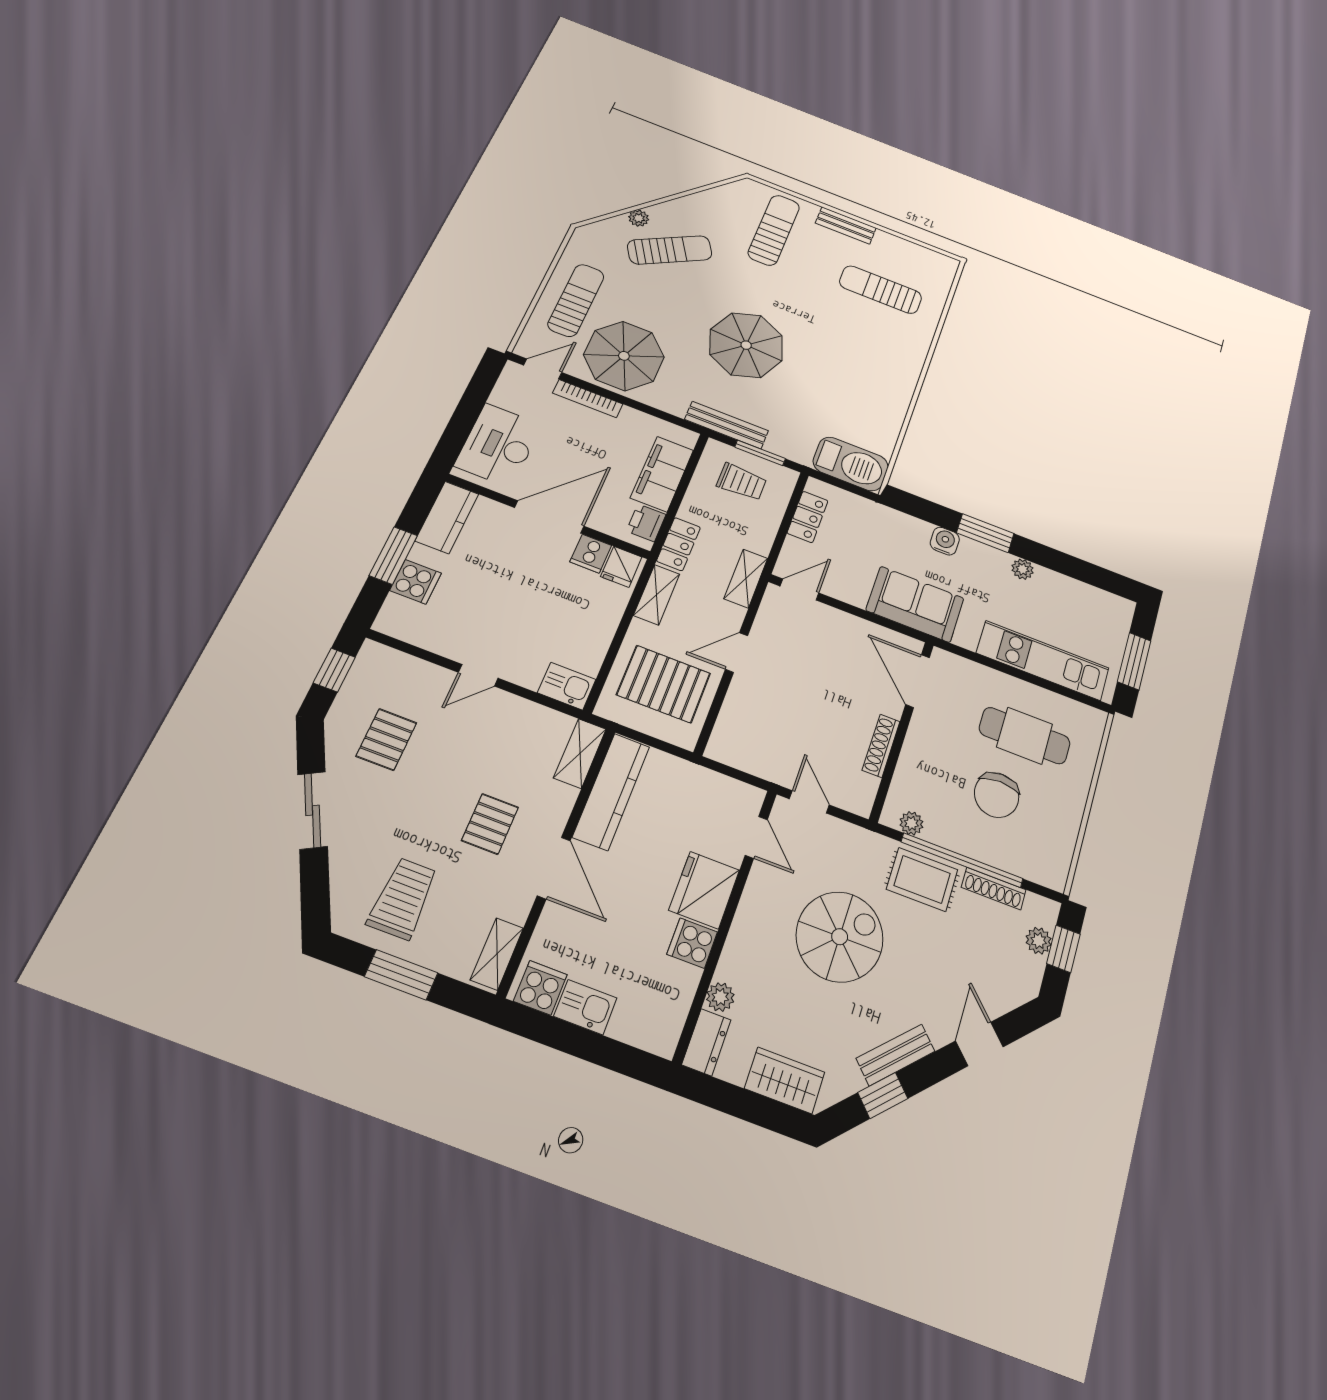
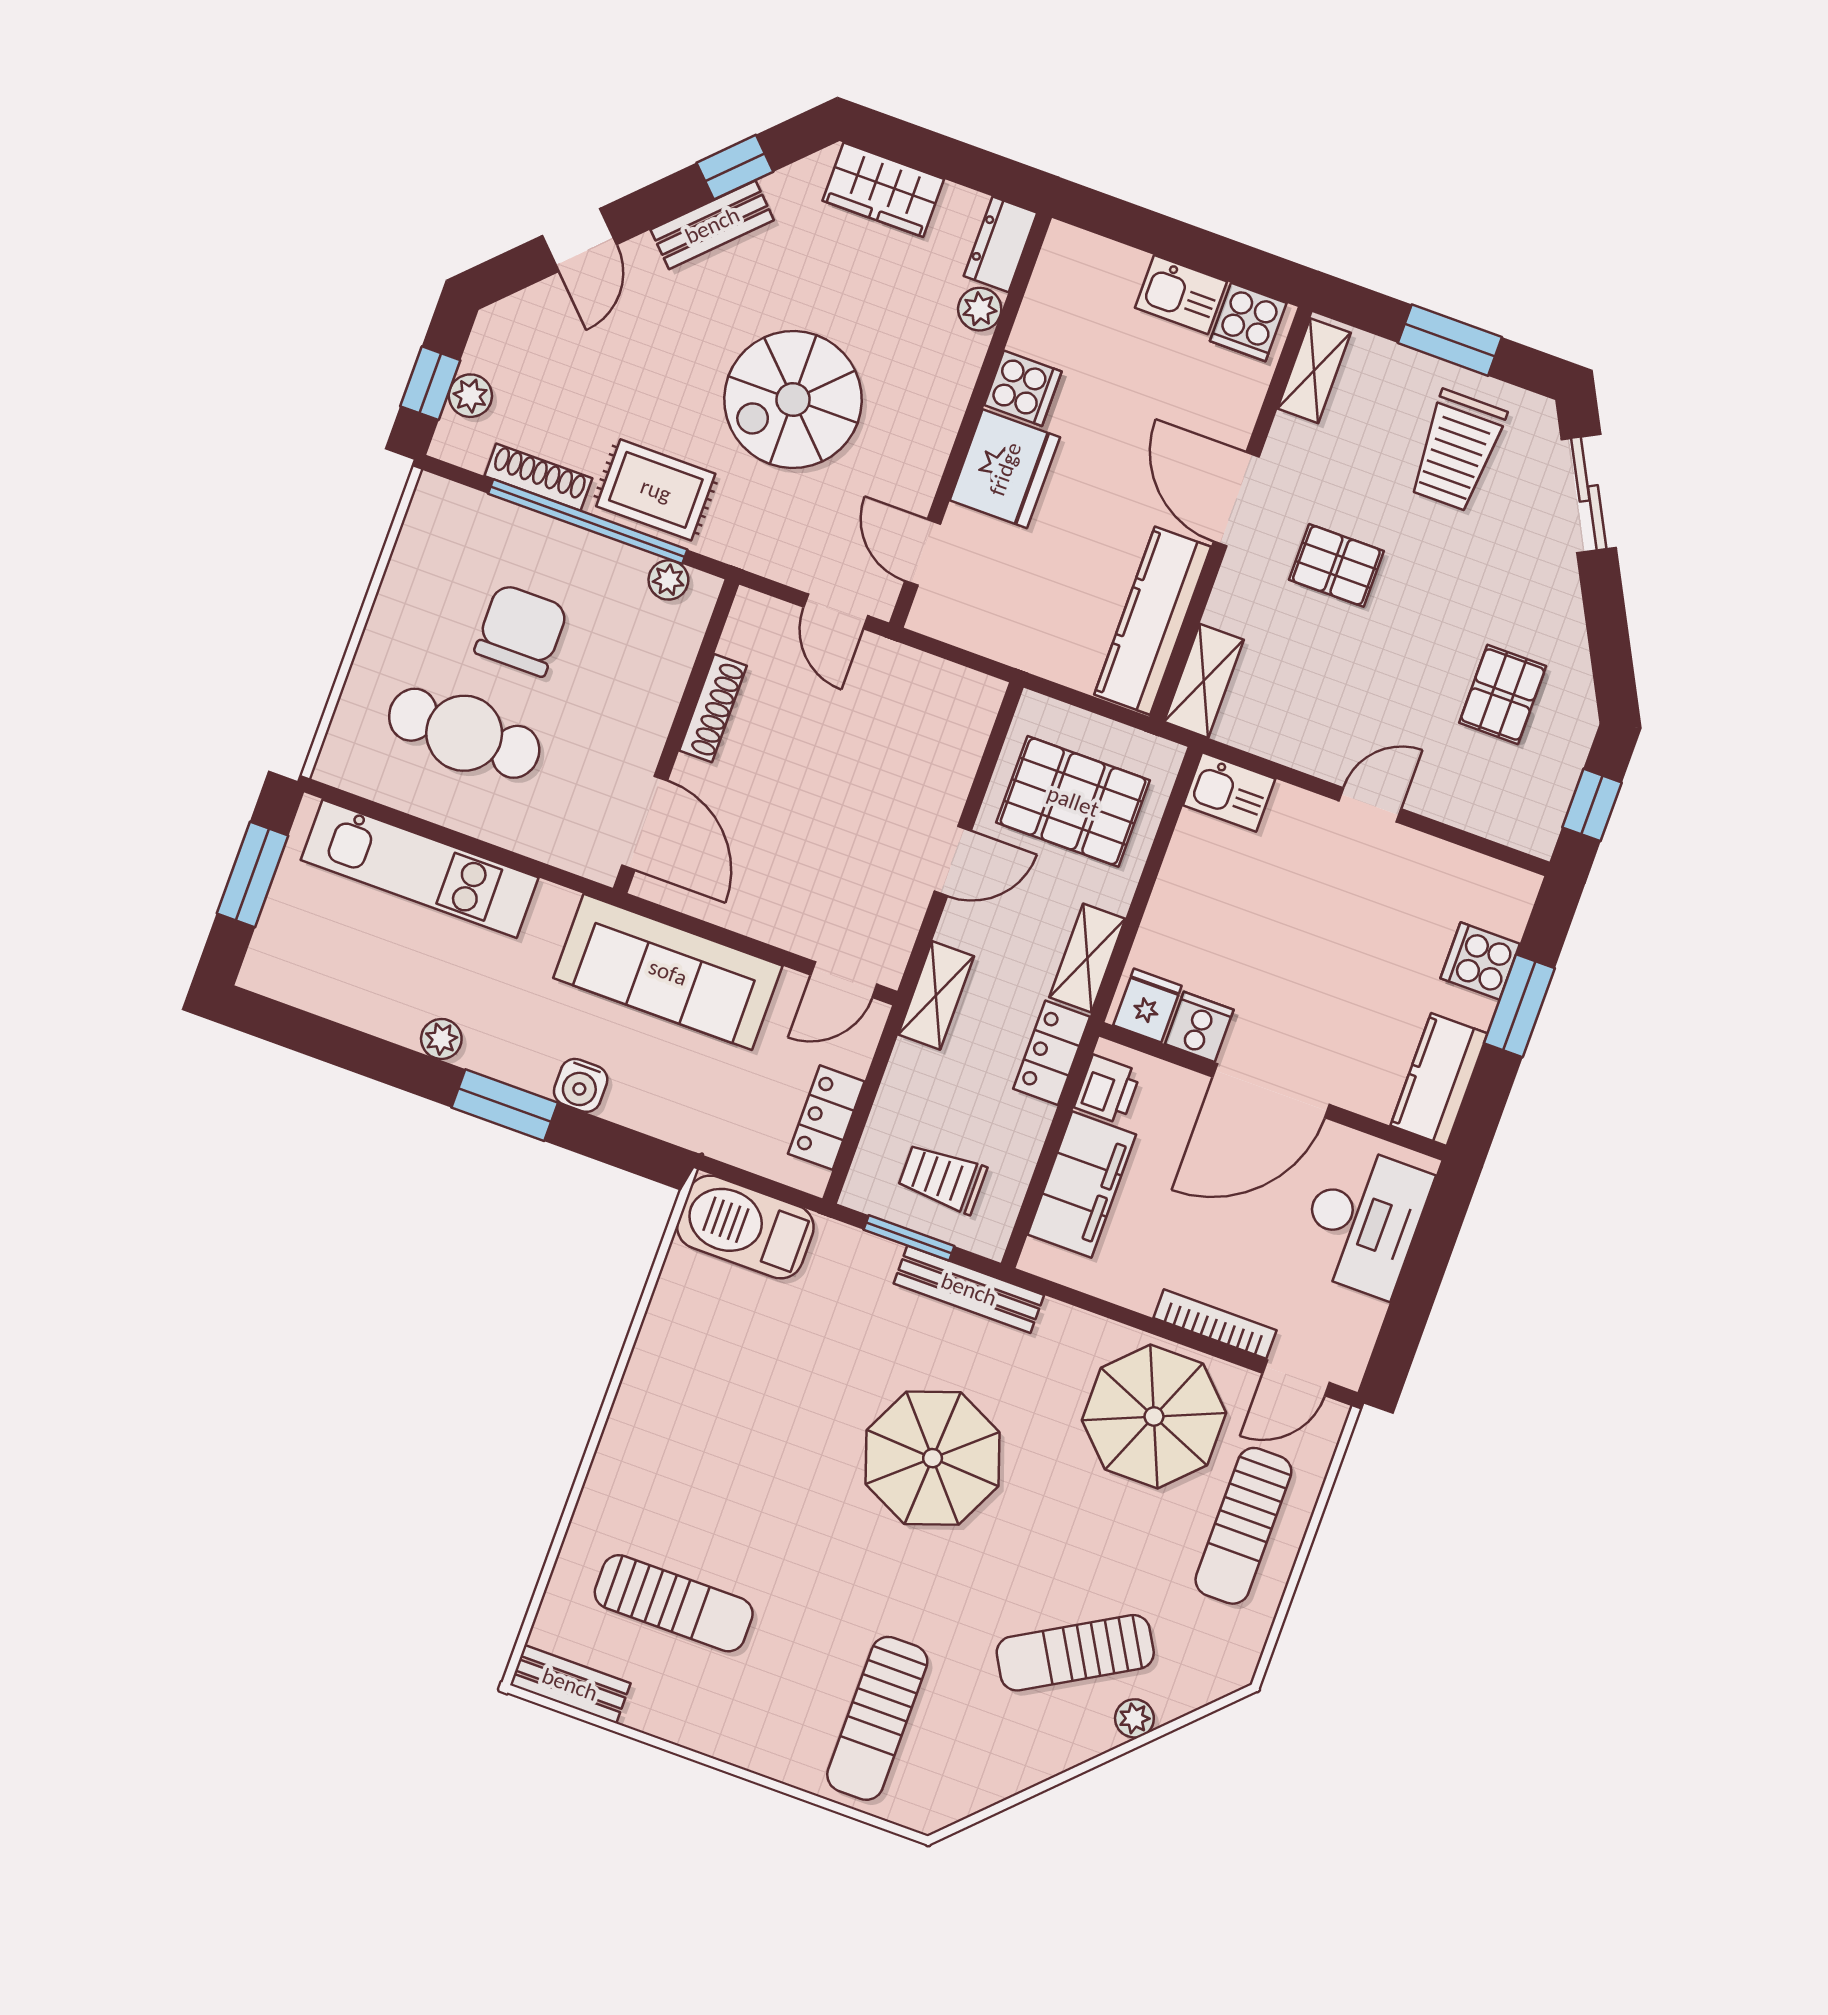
bench: (846, 225) -> (570, 1684), moved
sofa: (915, 604) -> (668, 972), width x1.36
sliding door: (313, 810) -> (1589, 493), moved
pallet: (490, 824) -> (1336, 565), turned 90

